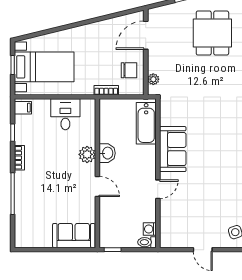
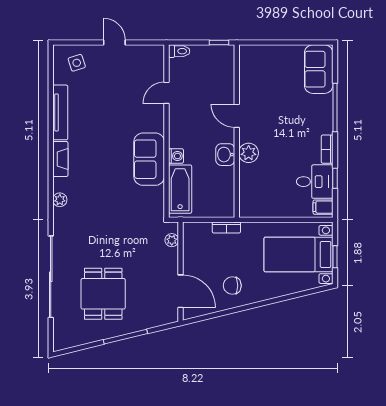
door: (146, 35) -> (181, 291), hinge flipped
chair: (129, 70) -> (232, 286), moved
desk: (65, 114) -> (315, 182), moved, turned -90
door: (158, 189) -> (166, 93), moved
washing machine: (150, 229) -> (176, 156), moved
sofa: (74, 236) -> (319, 69), moved, turned 90

